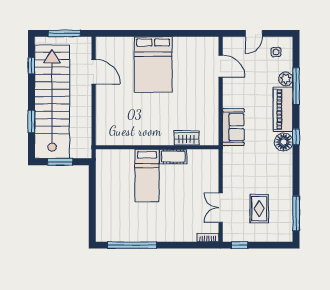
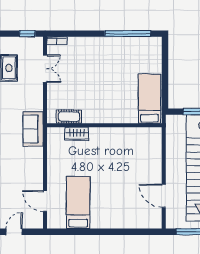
bed: (153, 65) -> (78, 203), moved, width x0.67
sofa: (233, 127) -> (33, 129), moved
cot: (173, 156) -> (69, 117), moved
bed: (147, 176) -> (149, 99), moved

